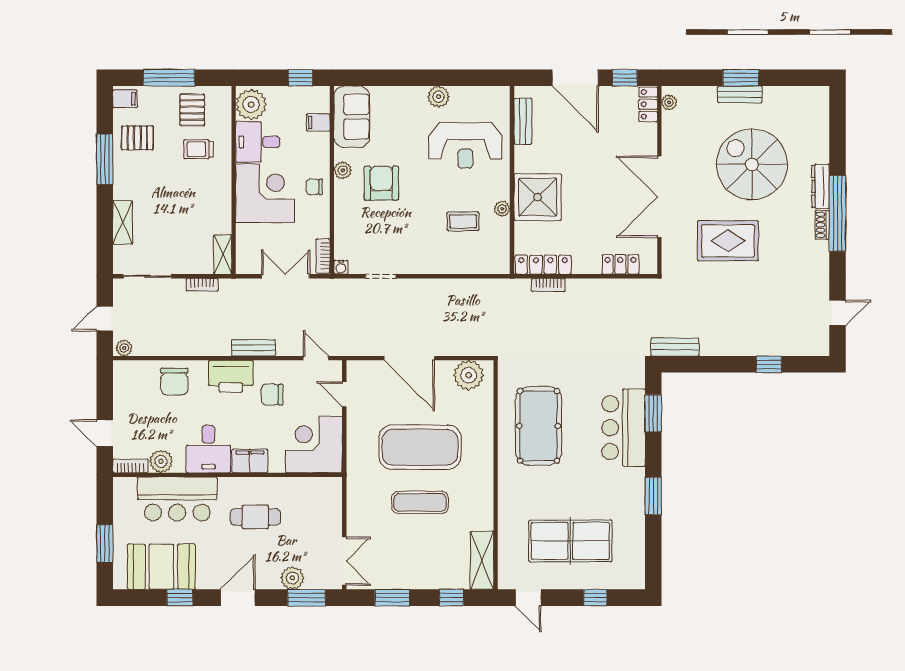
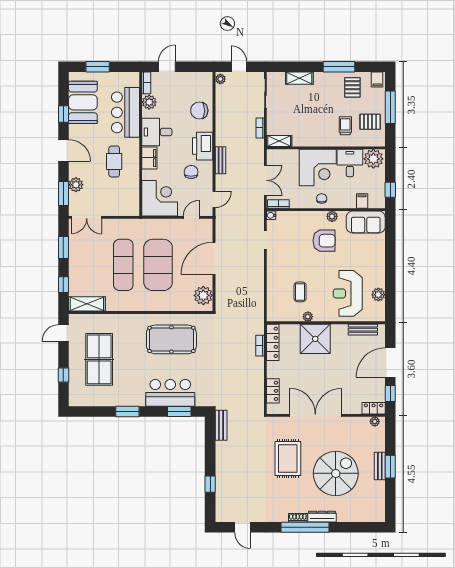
plant: (439, 97) -> (378, 295), moved
exercise mat: (420, 502) -> (123, 265), width x1.36, depth x1.45

